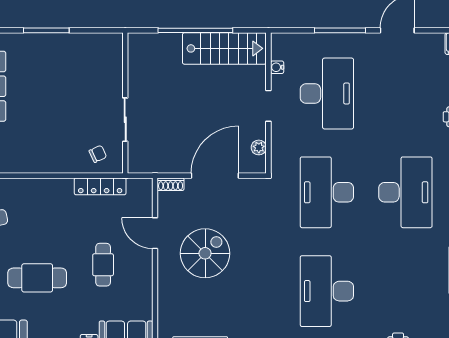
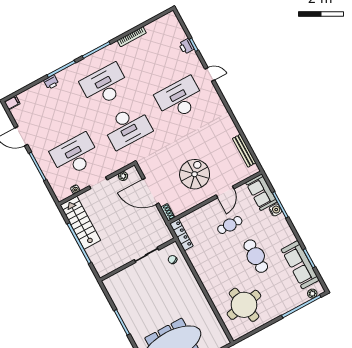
locker: (100, 186) -> (181, 235), moved
door: (155, 233) -> (225, 192), moved
spiral stairs: (205, 253) -> (195, 174), turned 90
desk: (327, 291) -> (180, 99), turned 180

